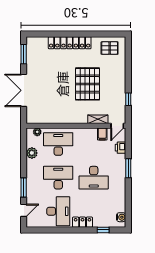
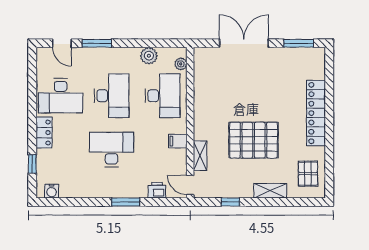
shelving: (121, 73) -> (270, 191), added
filing cabinet: (102, 134) -> (178, 141), moved
desk: (94, 178) -> (112, 149), turned 90

